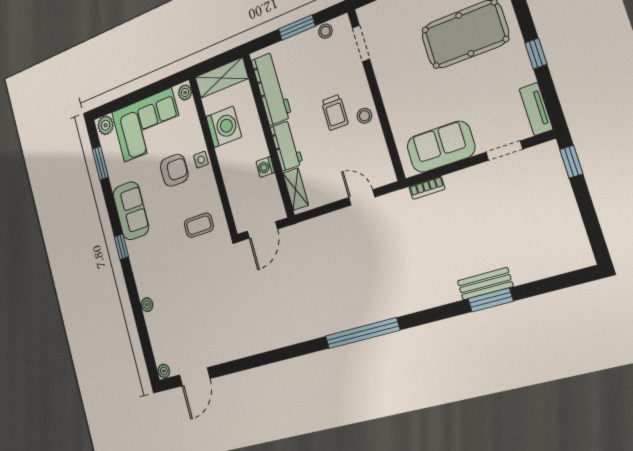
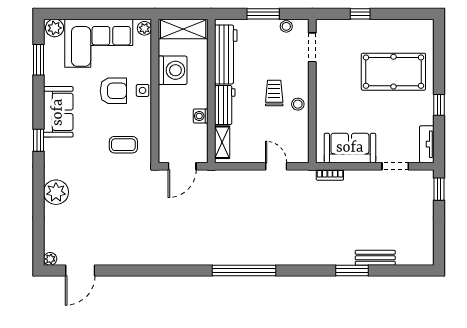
trolley: (335, 112) -> (274, 93), turned 180
bench: (485, 284) -> (375, 258), moved
plant: (147, 305) -> (56, 192), width x1.88, depth x1.88

